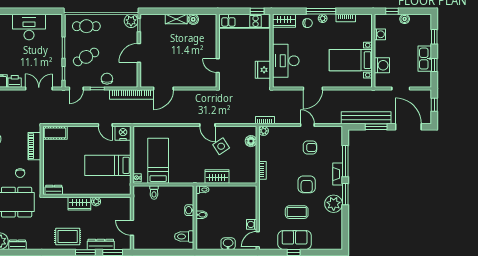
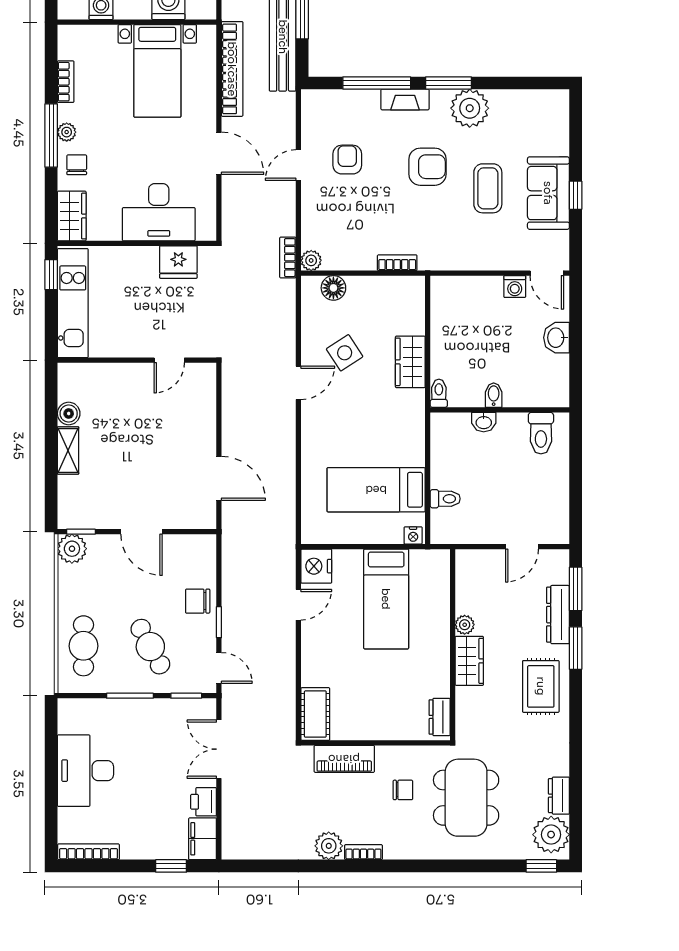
bookcase: (131, 95) -> (232, 69), moved

